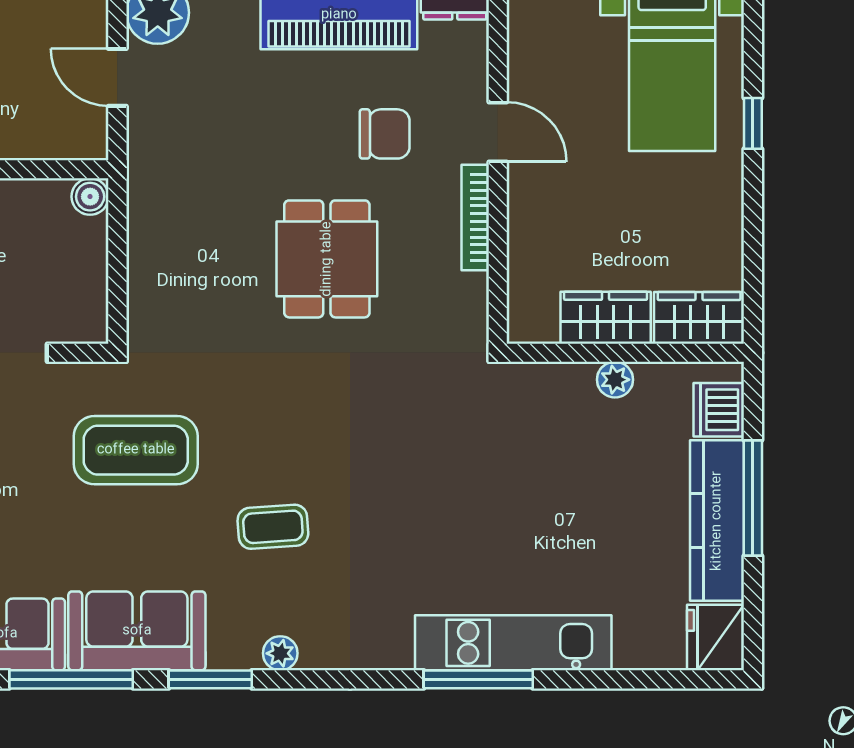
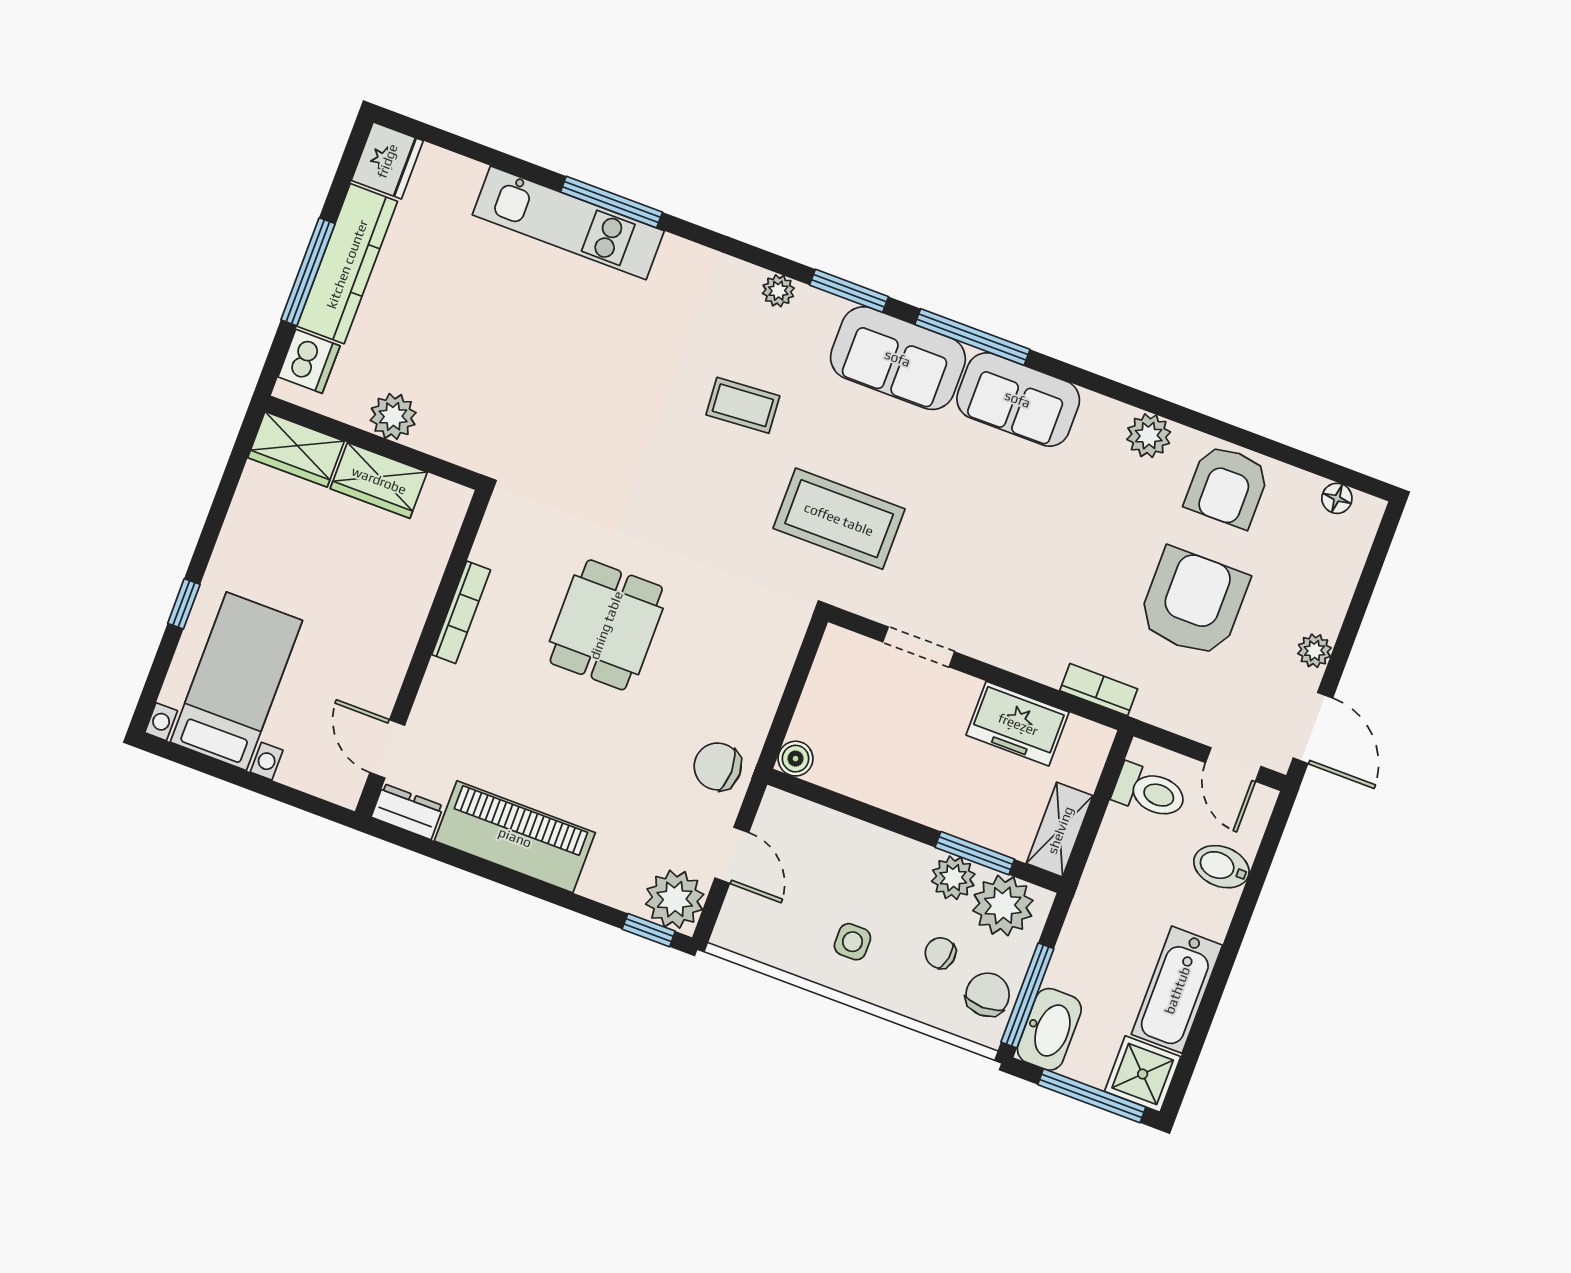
door: (498, 132) -> (387, 749), moved
chair: (385, 134) -> (718, 767), moved
plant: (615, 380) -> (393, 416), width x1.38, depth x1.38

